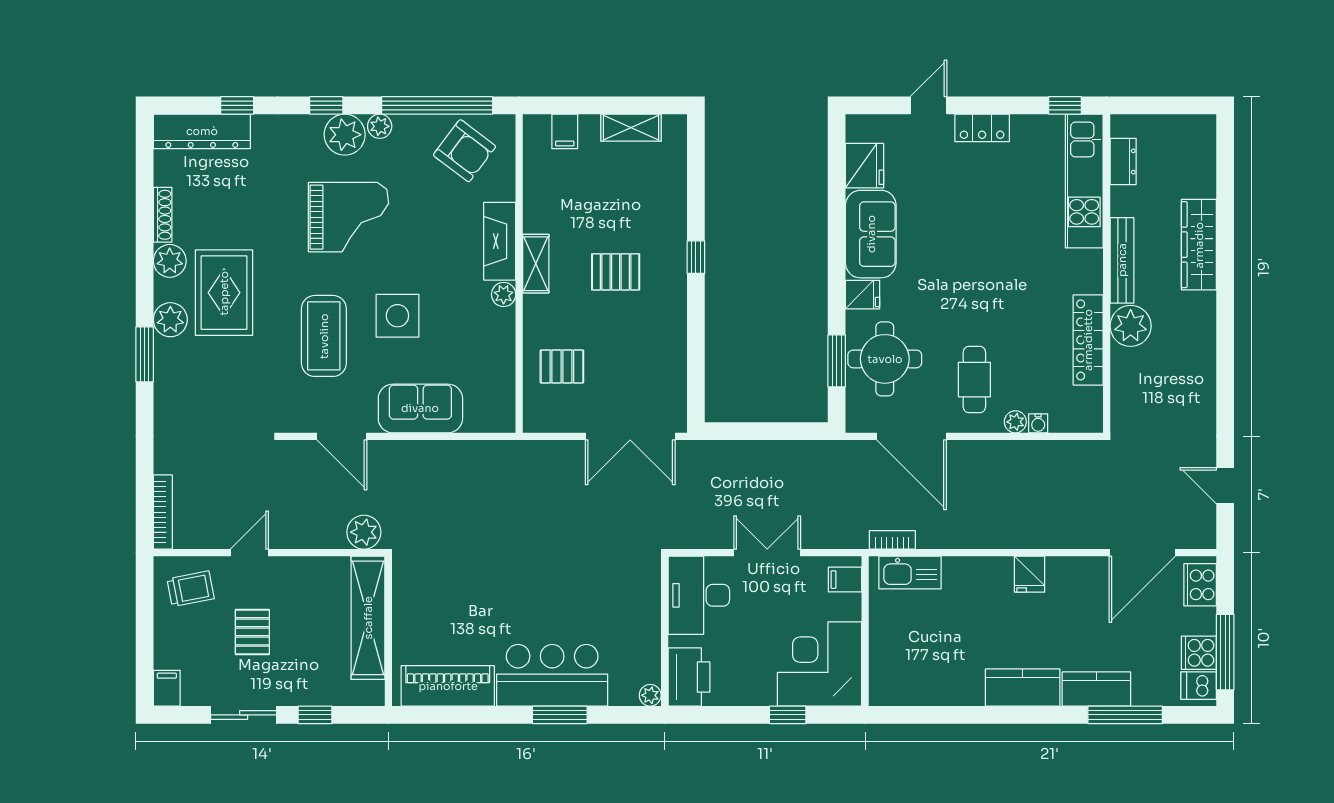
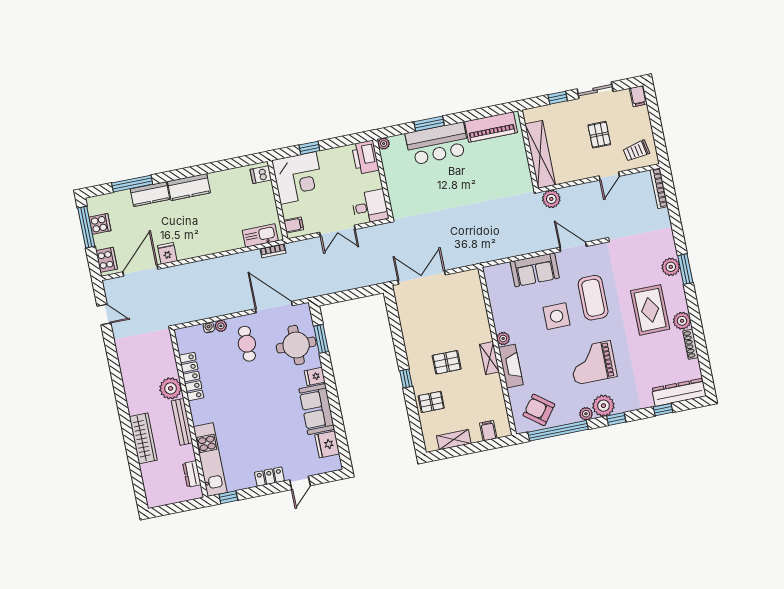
plant: (170, 320) -> (671, 267), moved
pallet: (562, 366) -> (431, 402), moved
fridge: (1030, 574) -> (167, 253), moved
desk: (699, 595) -> (370, 207), width x0.73
dishwasher: (1199, 686) -> (261, 175), moved, turned 180

